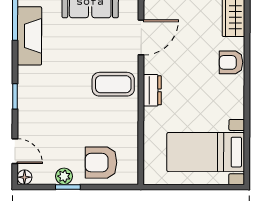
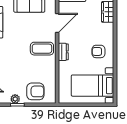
armchair: (231, 62) -> (98, 51), moved
armchair: (101, 163) -> (35, 91), turned 180

